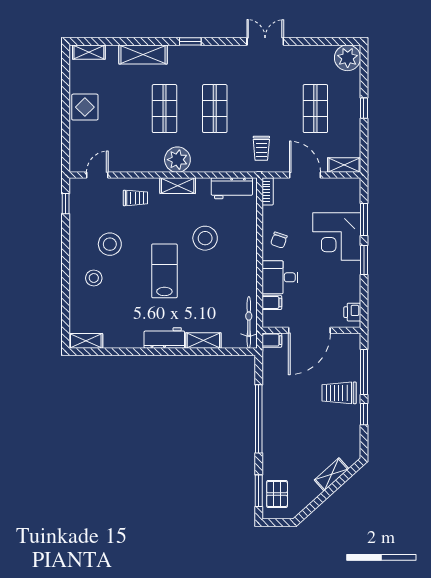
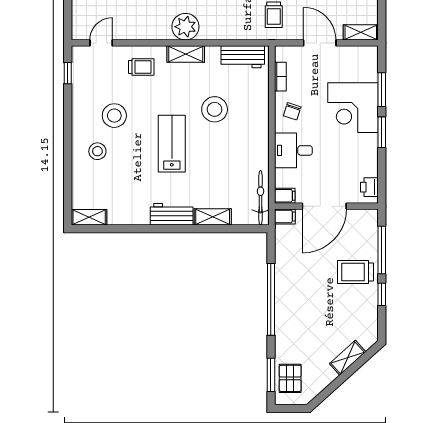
bookcase: (268, 191) -> (280, 77), moved
filing cabinet: (272, 302) -> (285, 196), moved

